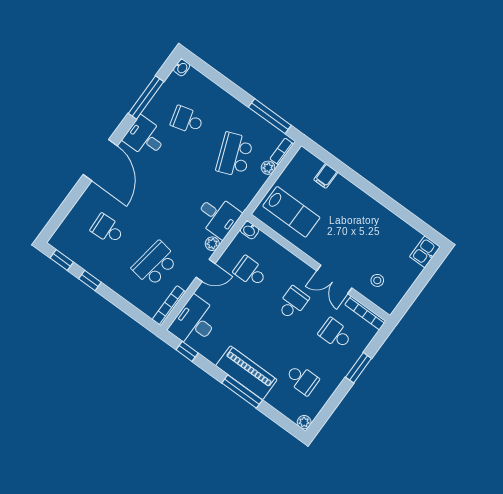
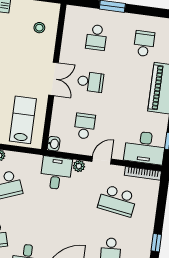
door: (206, 270) -> (102, 160), hinge flipped
school desk: (250, 272) -> (85, 126), turned 180
double door: (334, 279) -> (54, 79), moved
school desk: (293, 303) -> (90, 82), turned 180
bookcase: (365, 313) -> (69, 23), removed

